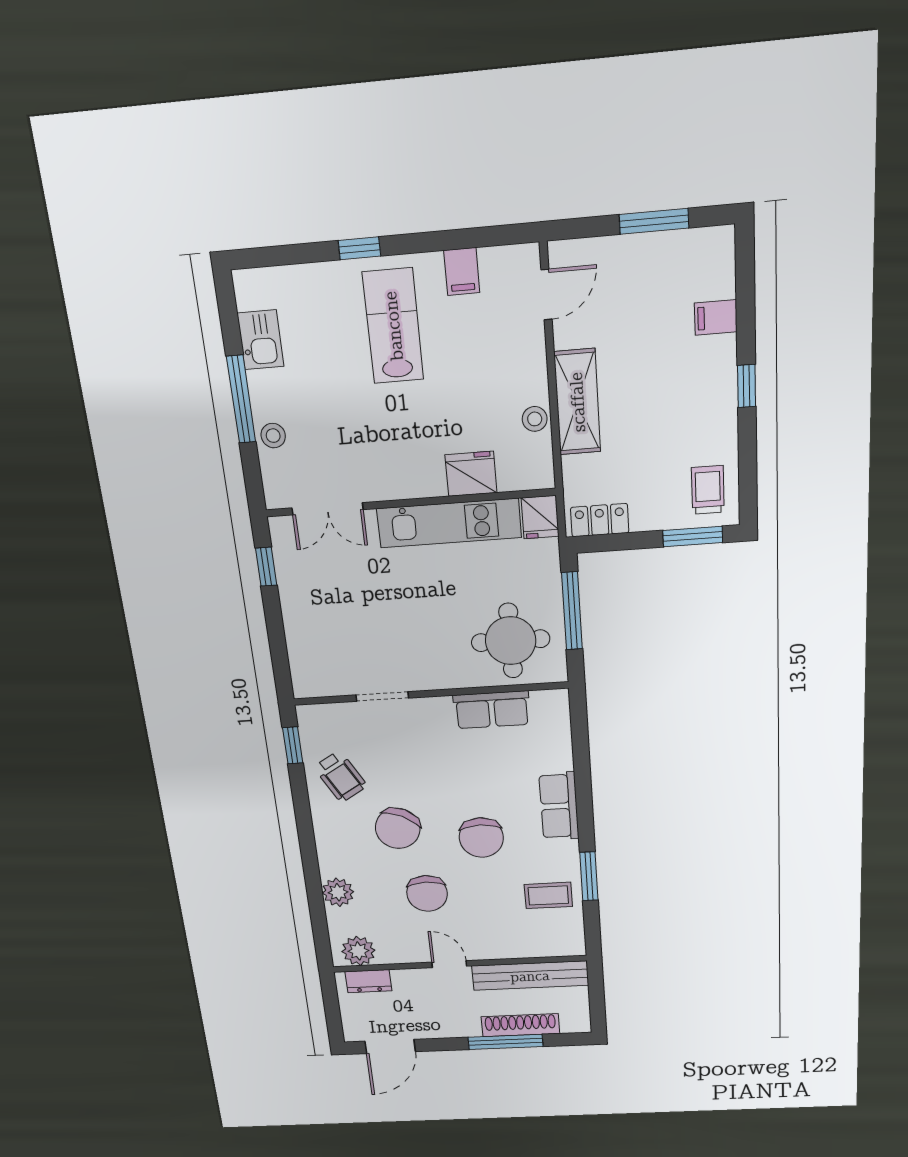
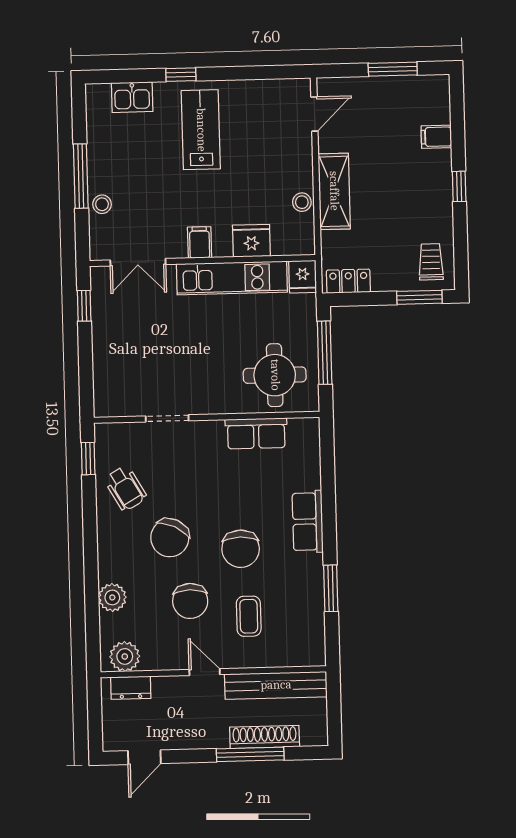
filing cabinet: (462, 272) -> (200, 242), moved, turned 180
kitchen sink: (261, 340) -> (132, 97), moved, turned 90
coffee table: (548, 895) -> (249, 616), moved, turned 90
door: (390, 1046) -> (144, 757), width x0.73

